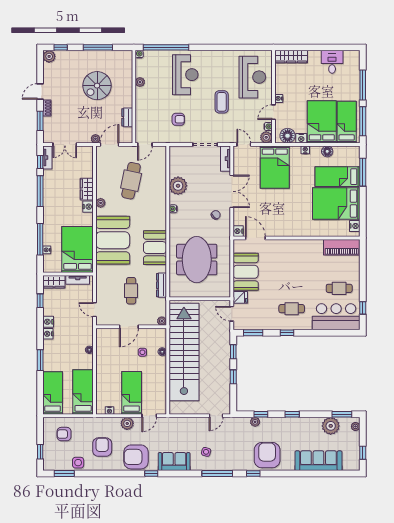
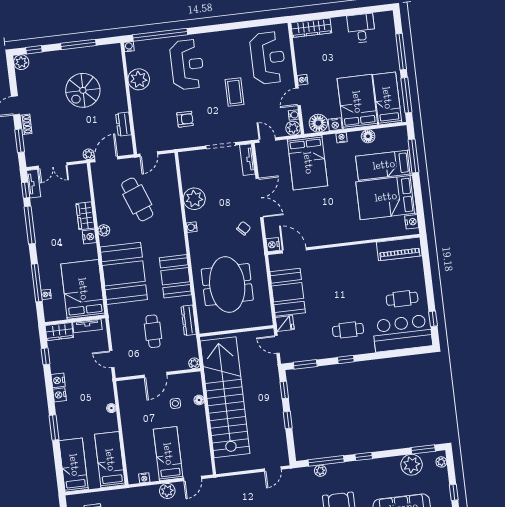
plant: (140, 82) -> (139, 79), width x1.87, depth x1.87
cafe table: (131, 181) -> (137, 199), turned -33
window: (261, 414) -> (326, 461), width x2.17

